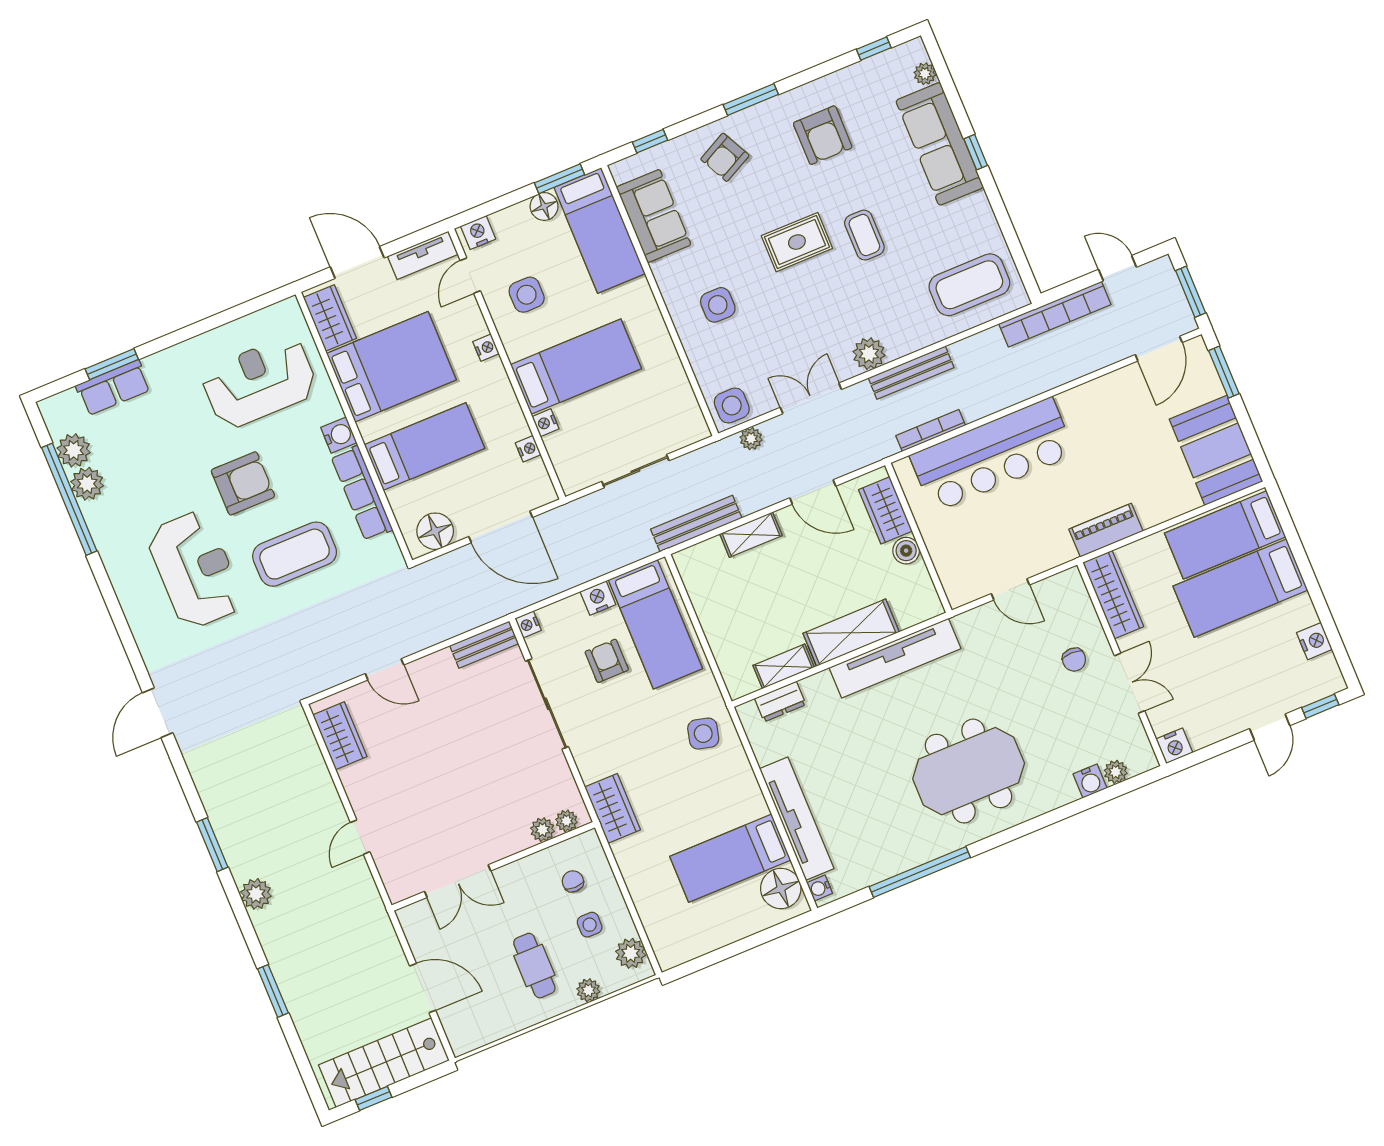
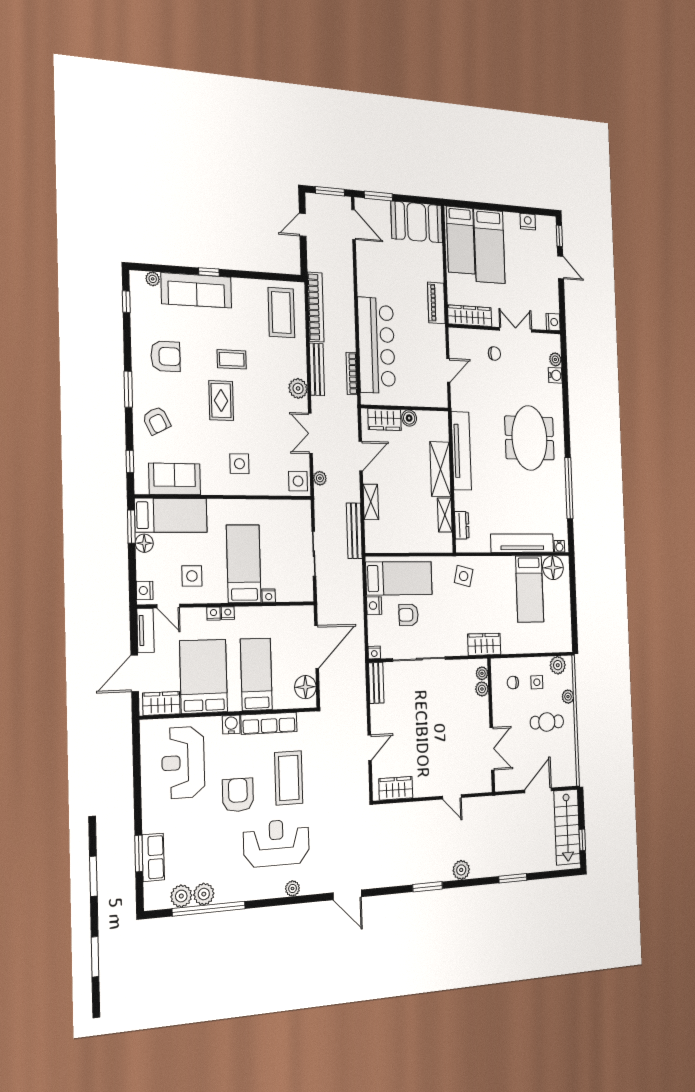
bookcase: (1055, 314) -> (316, 307), moved
nightstand: (528, 449) -> (228, 613), moved
plant: (139, 620) -> (293, 888), added

